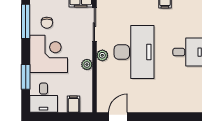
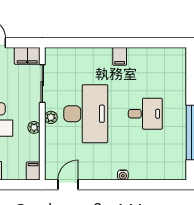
filing cabinet: (73, 104) -> (33, 171), moved
water cooler: (168, 108) -> (123, 175), added

